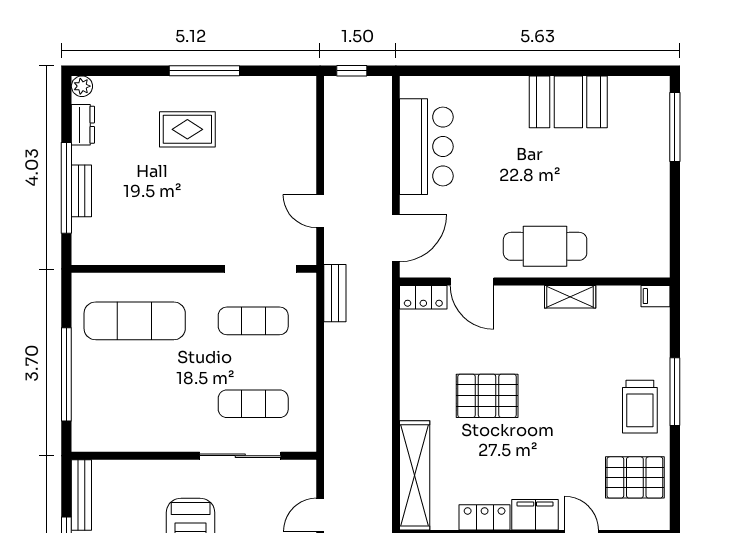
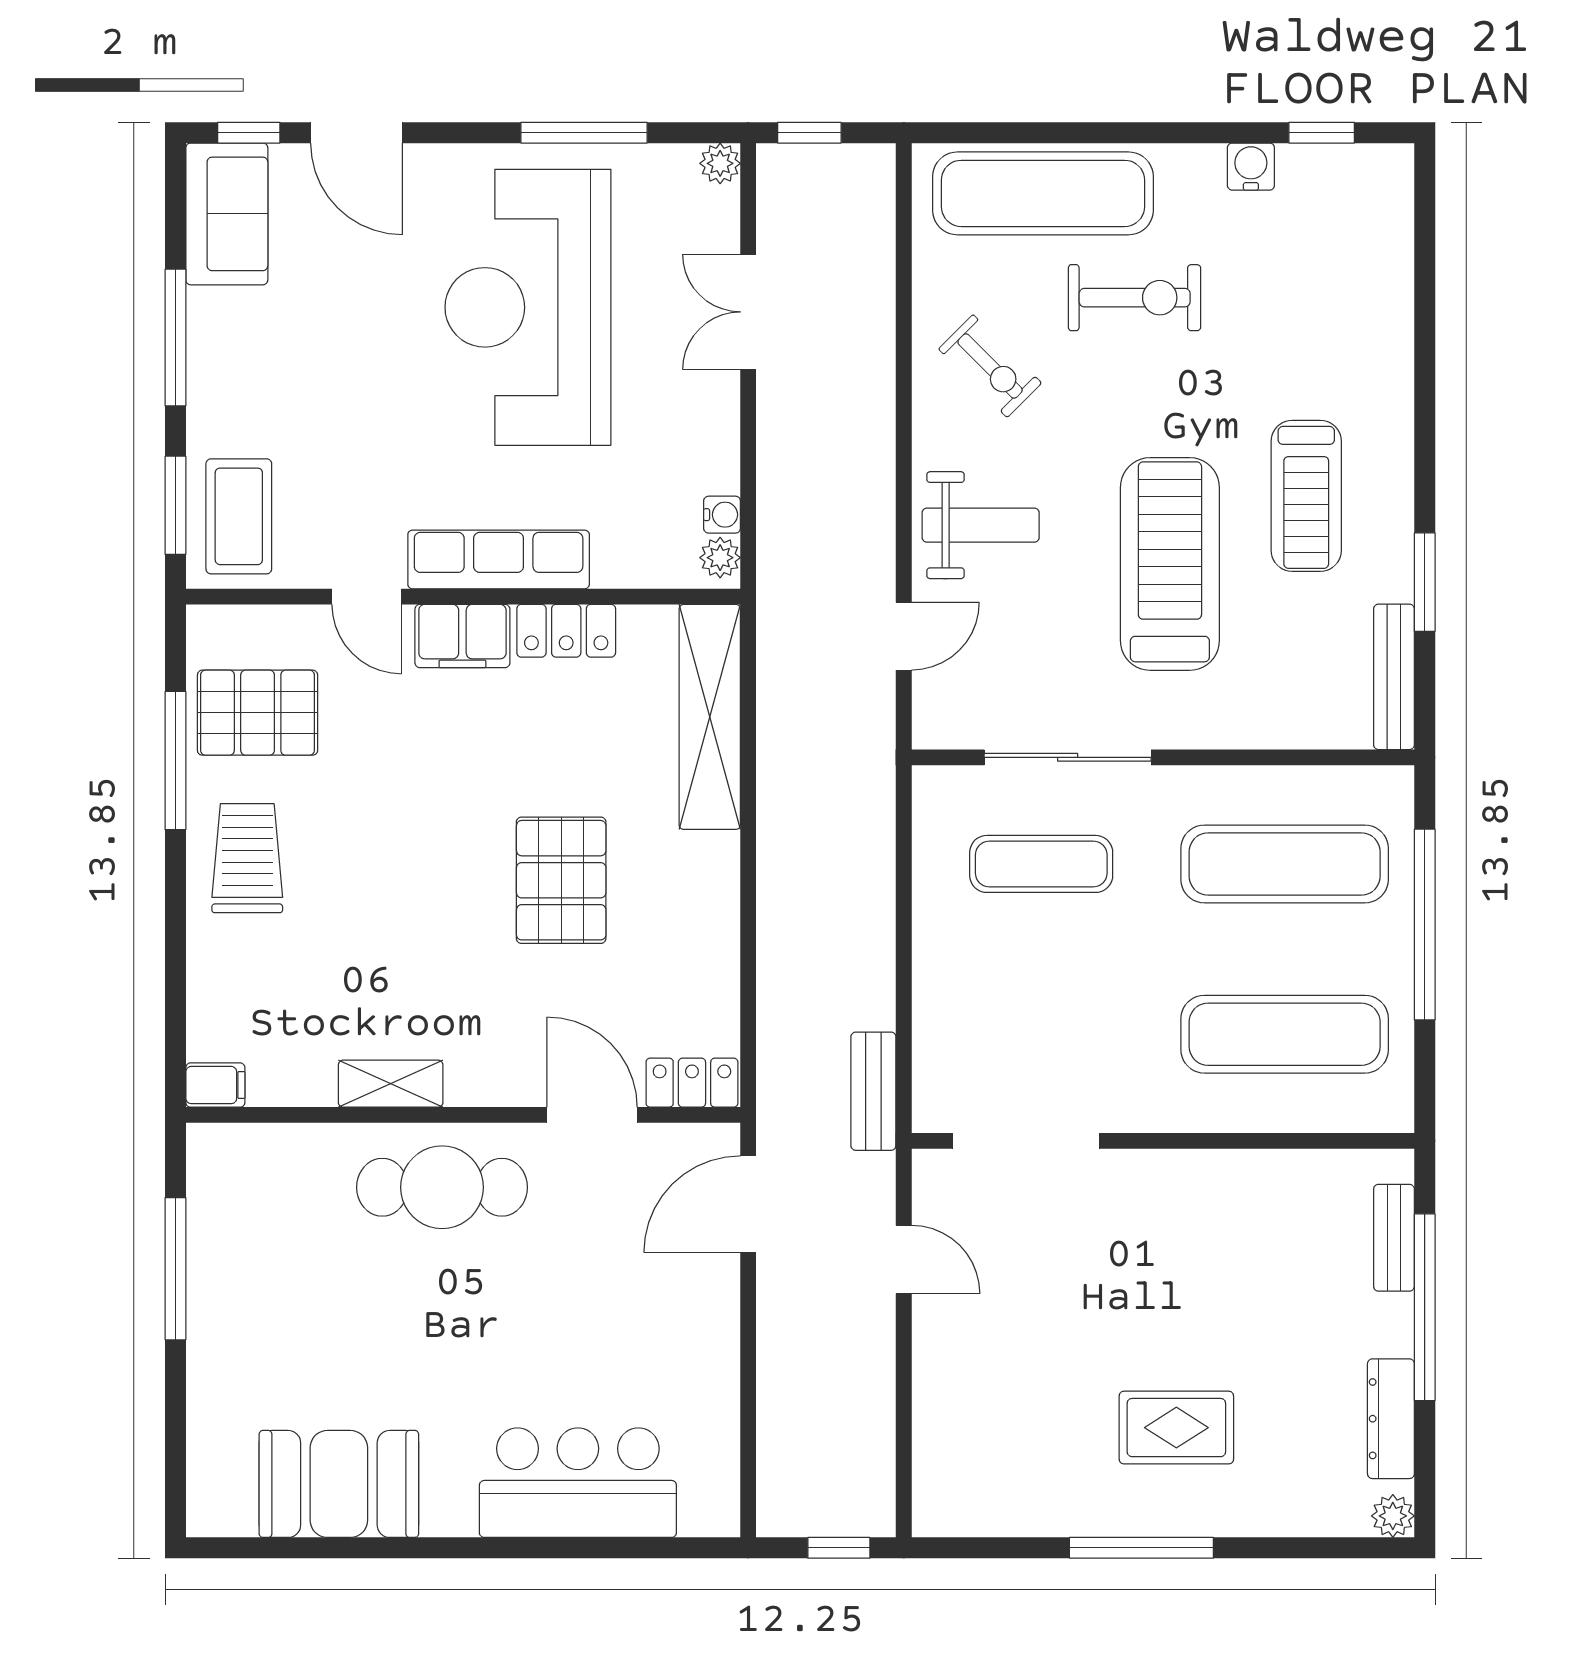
booth: (568, 102) -> (339, 1484), moved
dresser: (83, 125) -> (1391, 1419), width x1.44
window: (675, 127) -> (175, 1269), moved
bar counter: (426, 147) -> (578, 1483), moved, turned 90
bench: (81, 191) -> (1394, 1238), moved
exercise mat: (253, 321) -> (1285, 864), moved, width x1.36, depth x1.45
window: (675, 392) -> (175, 761), moved
pallet: (487, 396) -> (561, 880), turned 90

